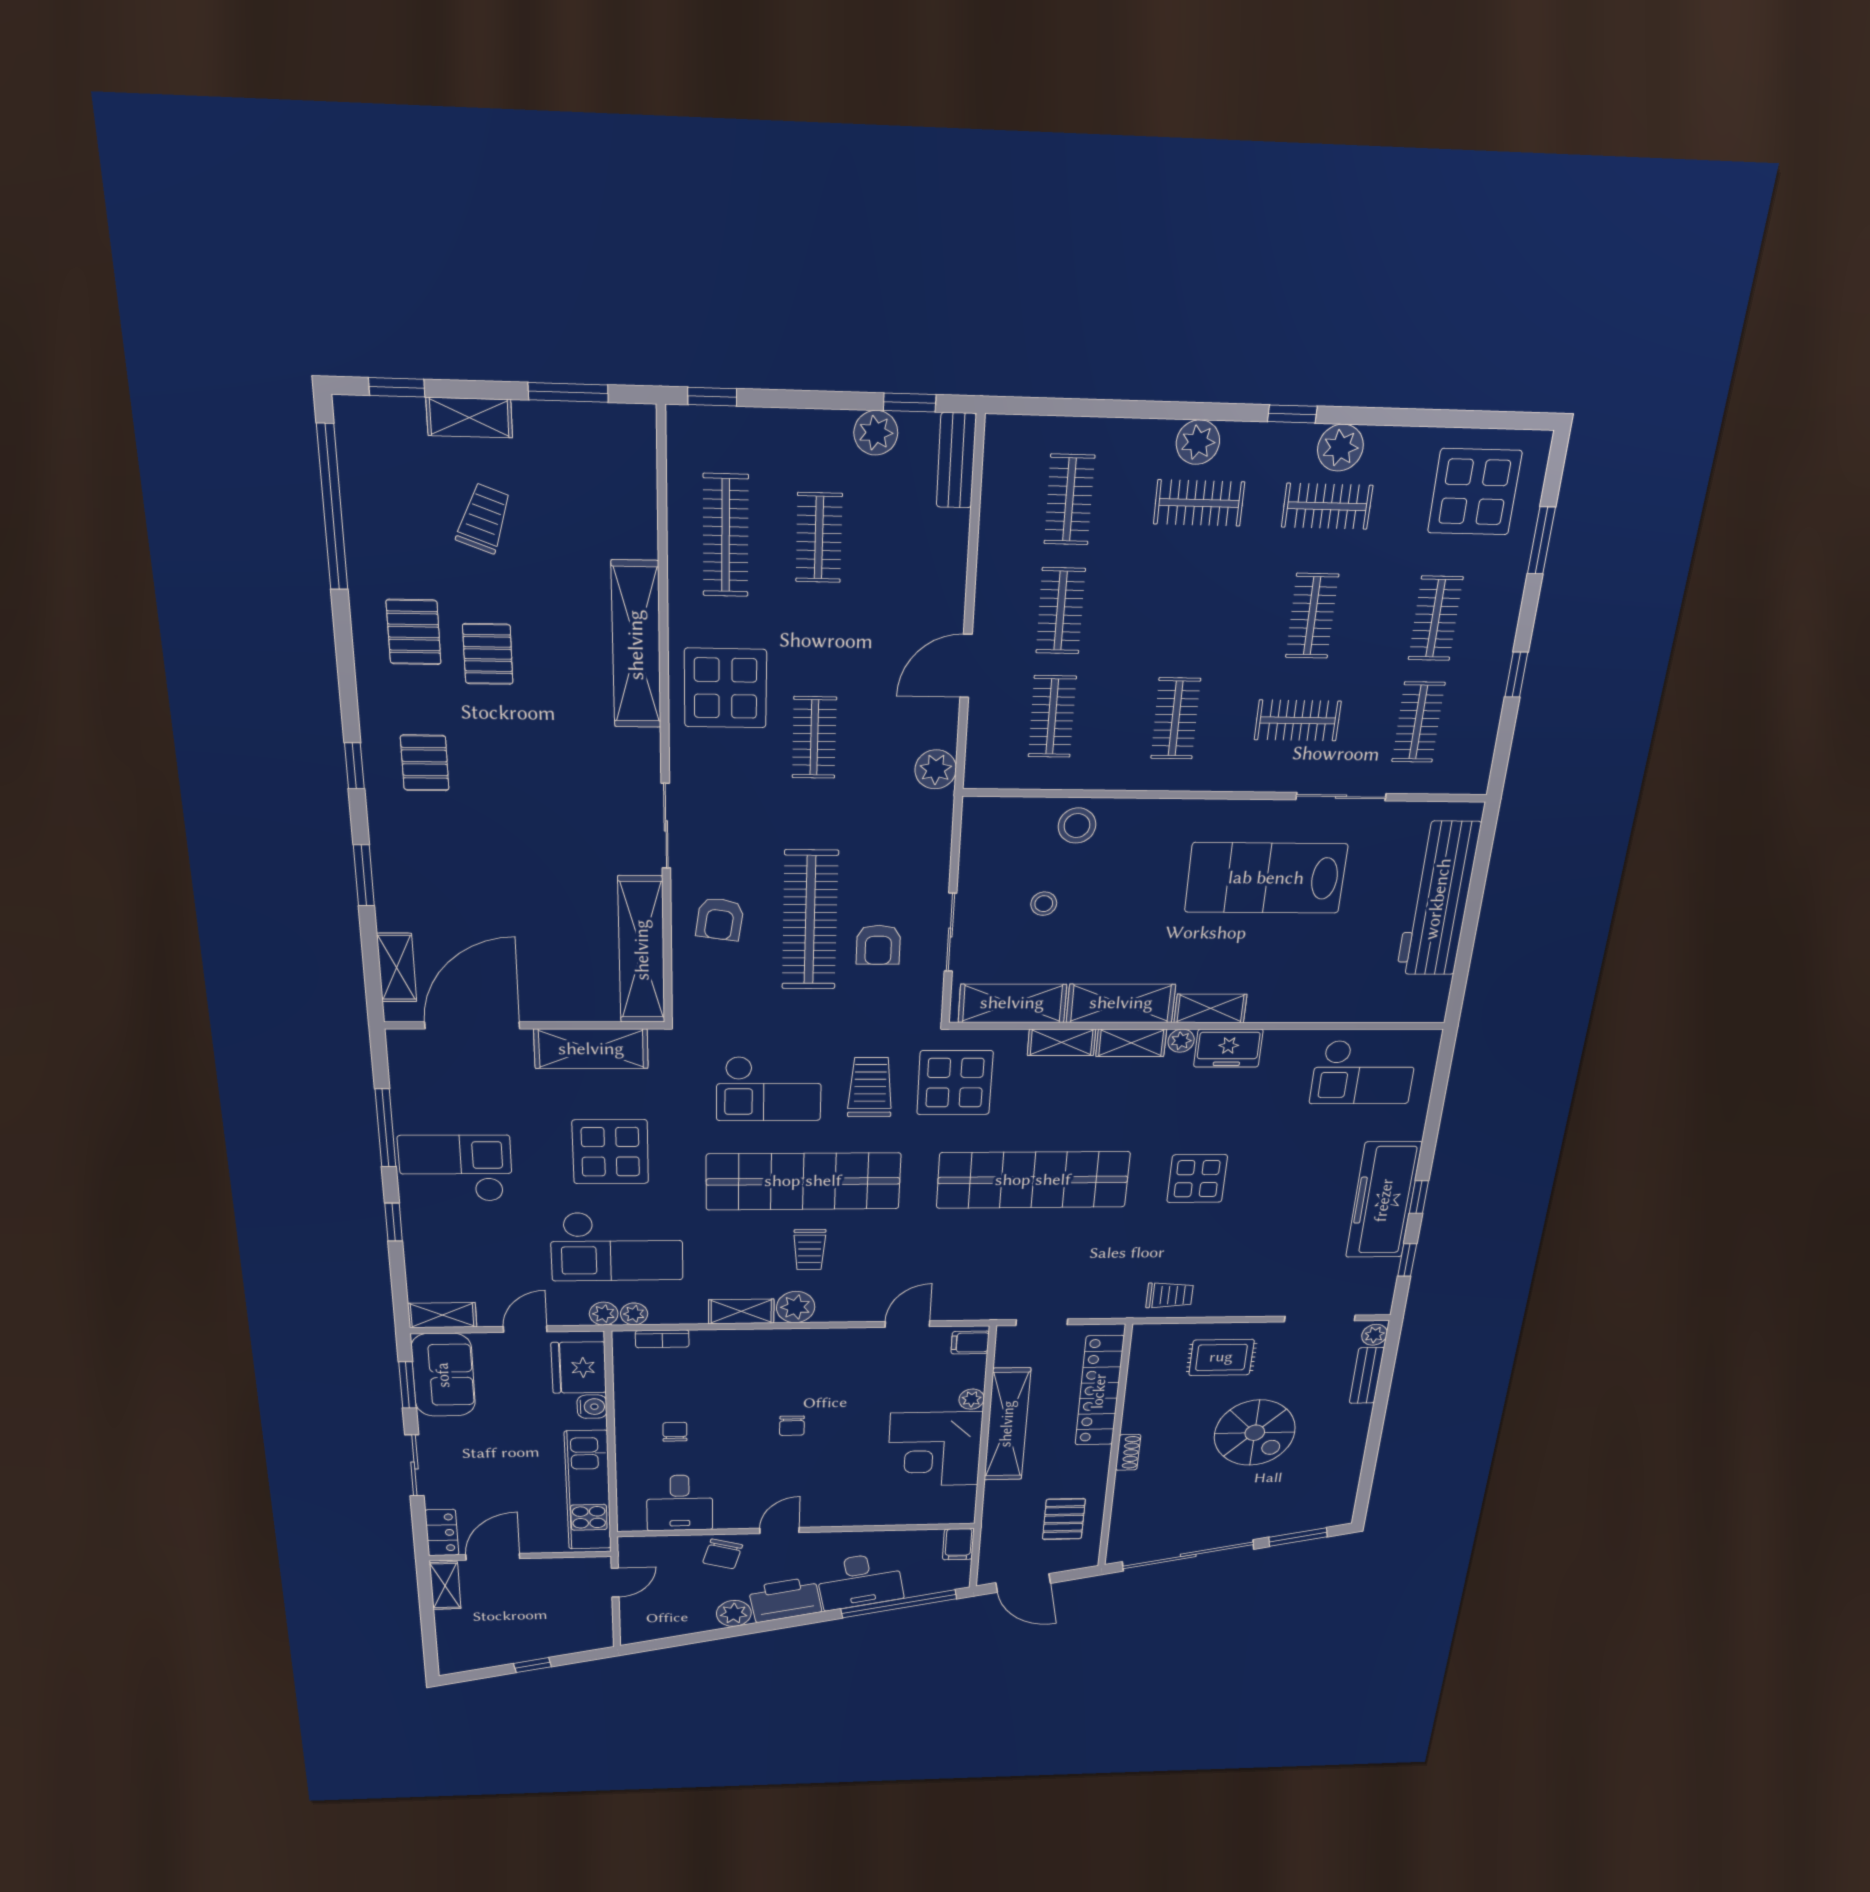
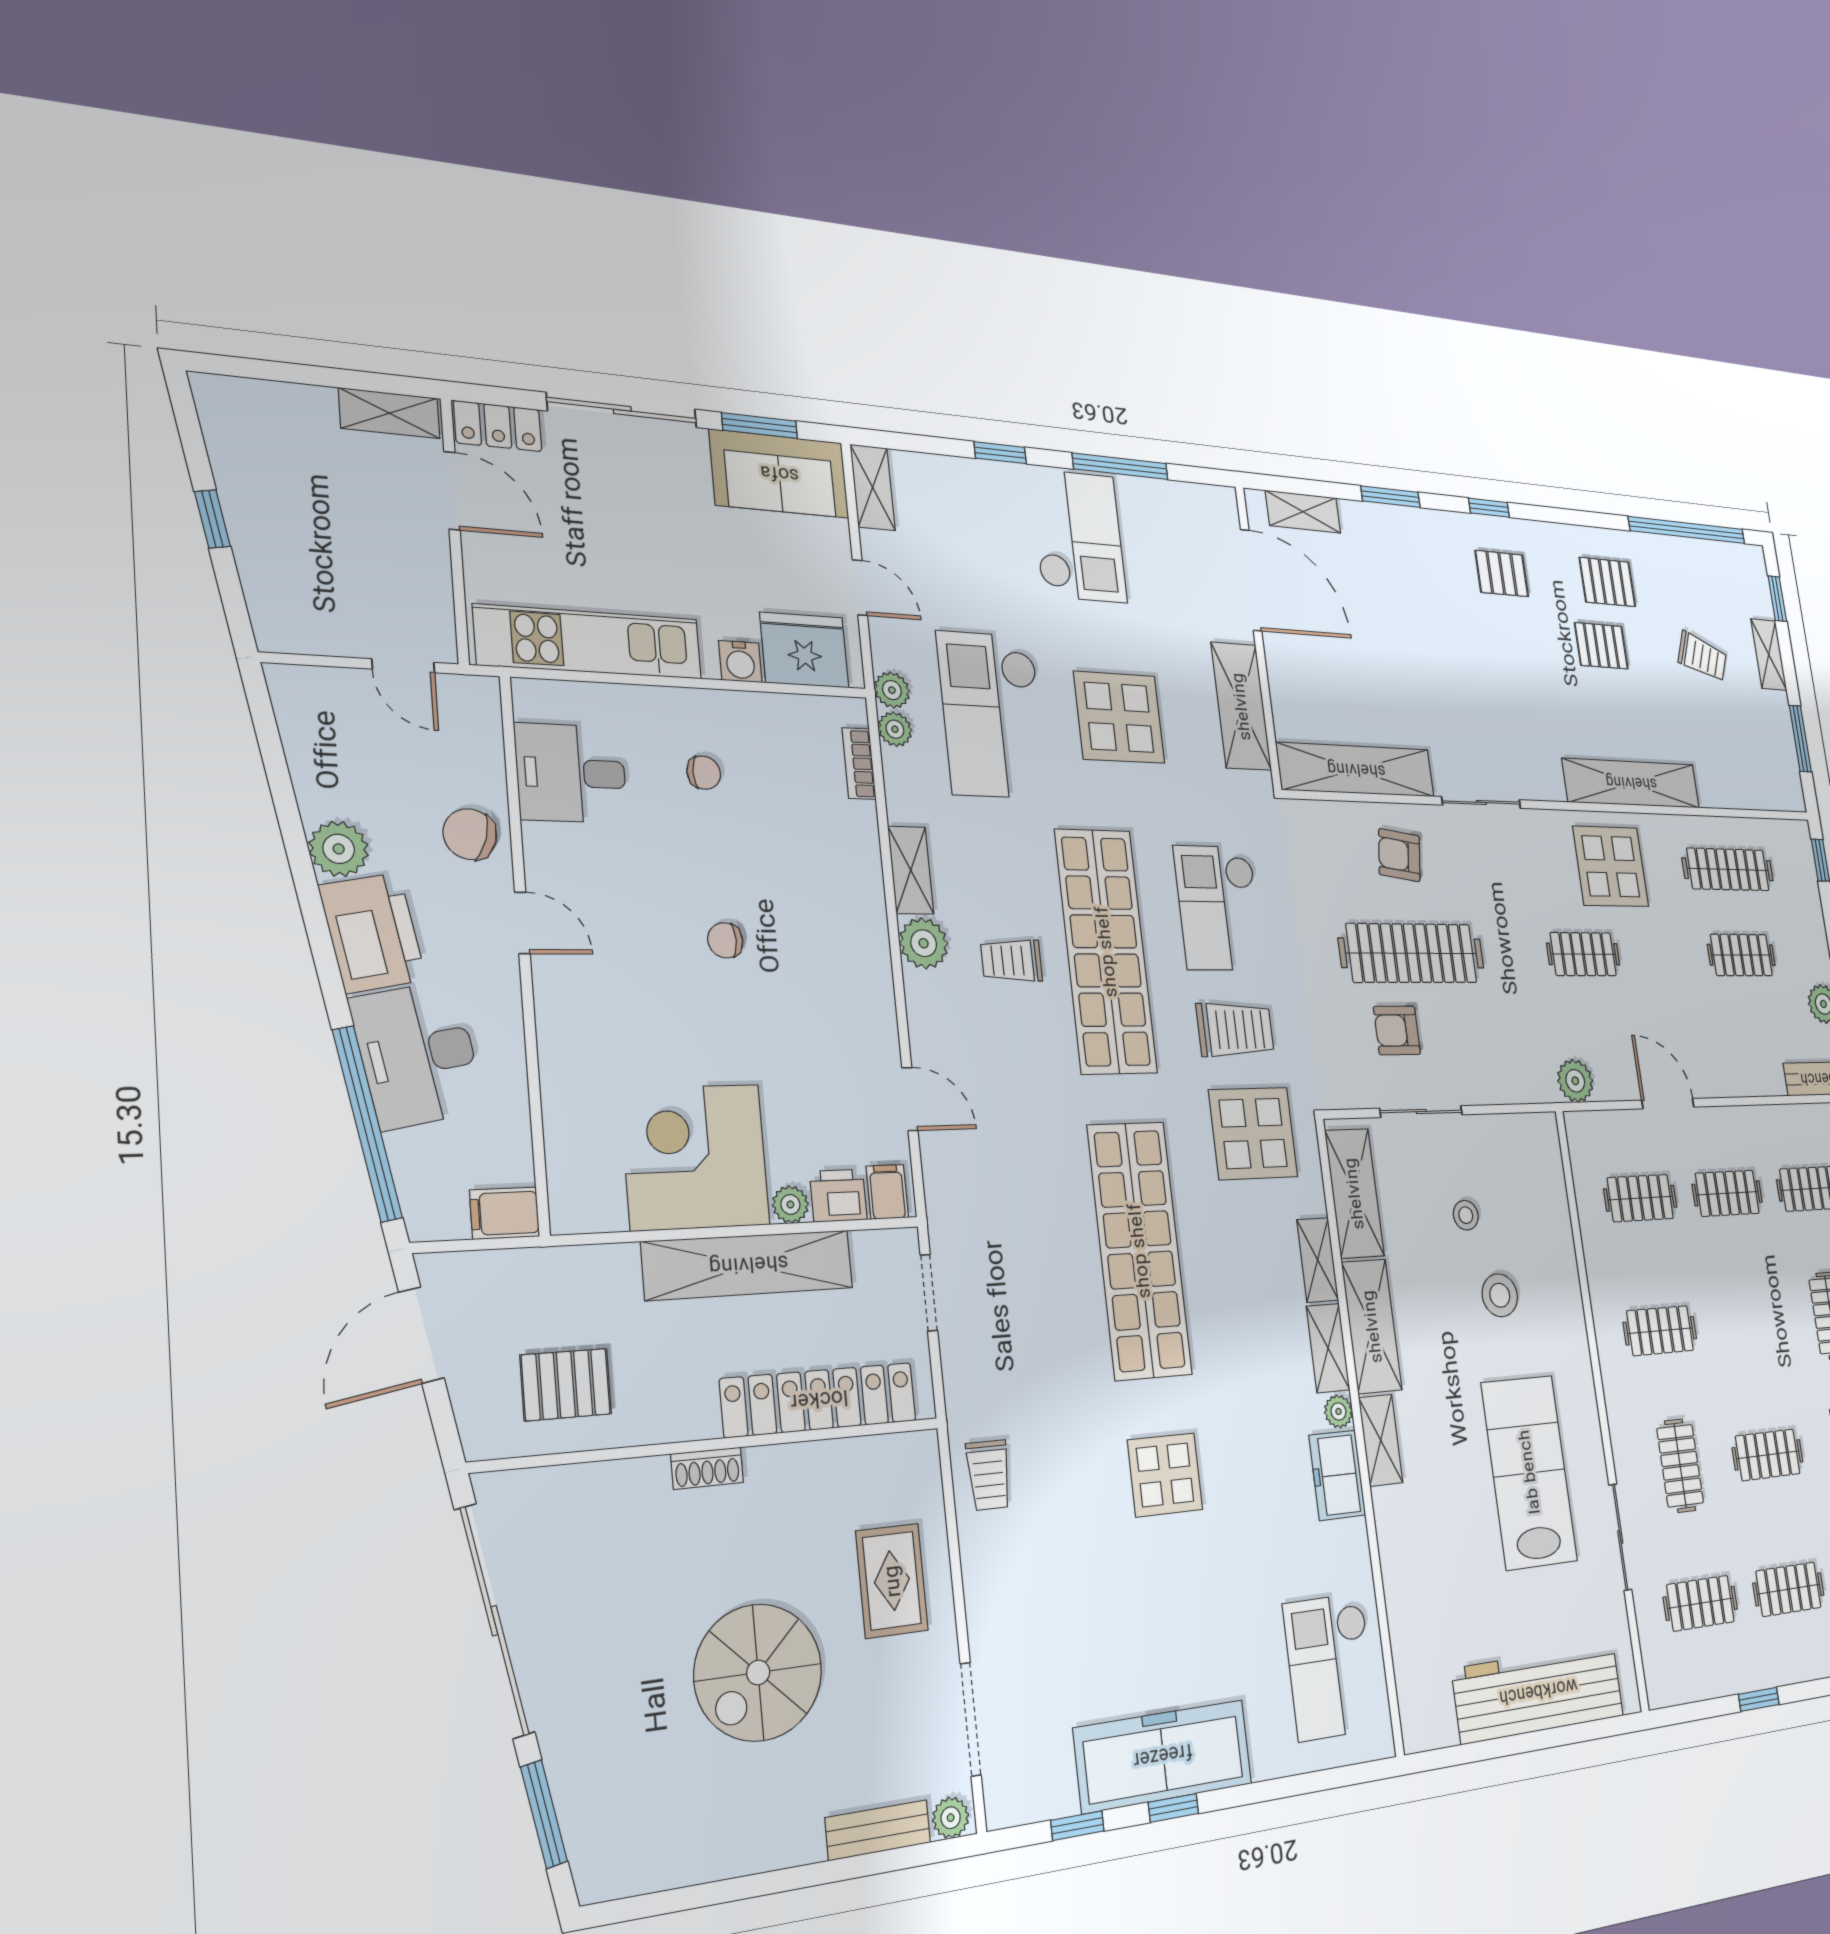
stool: (1077, 826) -> (1500, 1295), moved
printer: (969, 1371) -> (838, 1196), added
sliding door: (414, 1465) -> (622, 410), width x1.37

